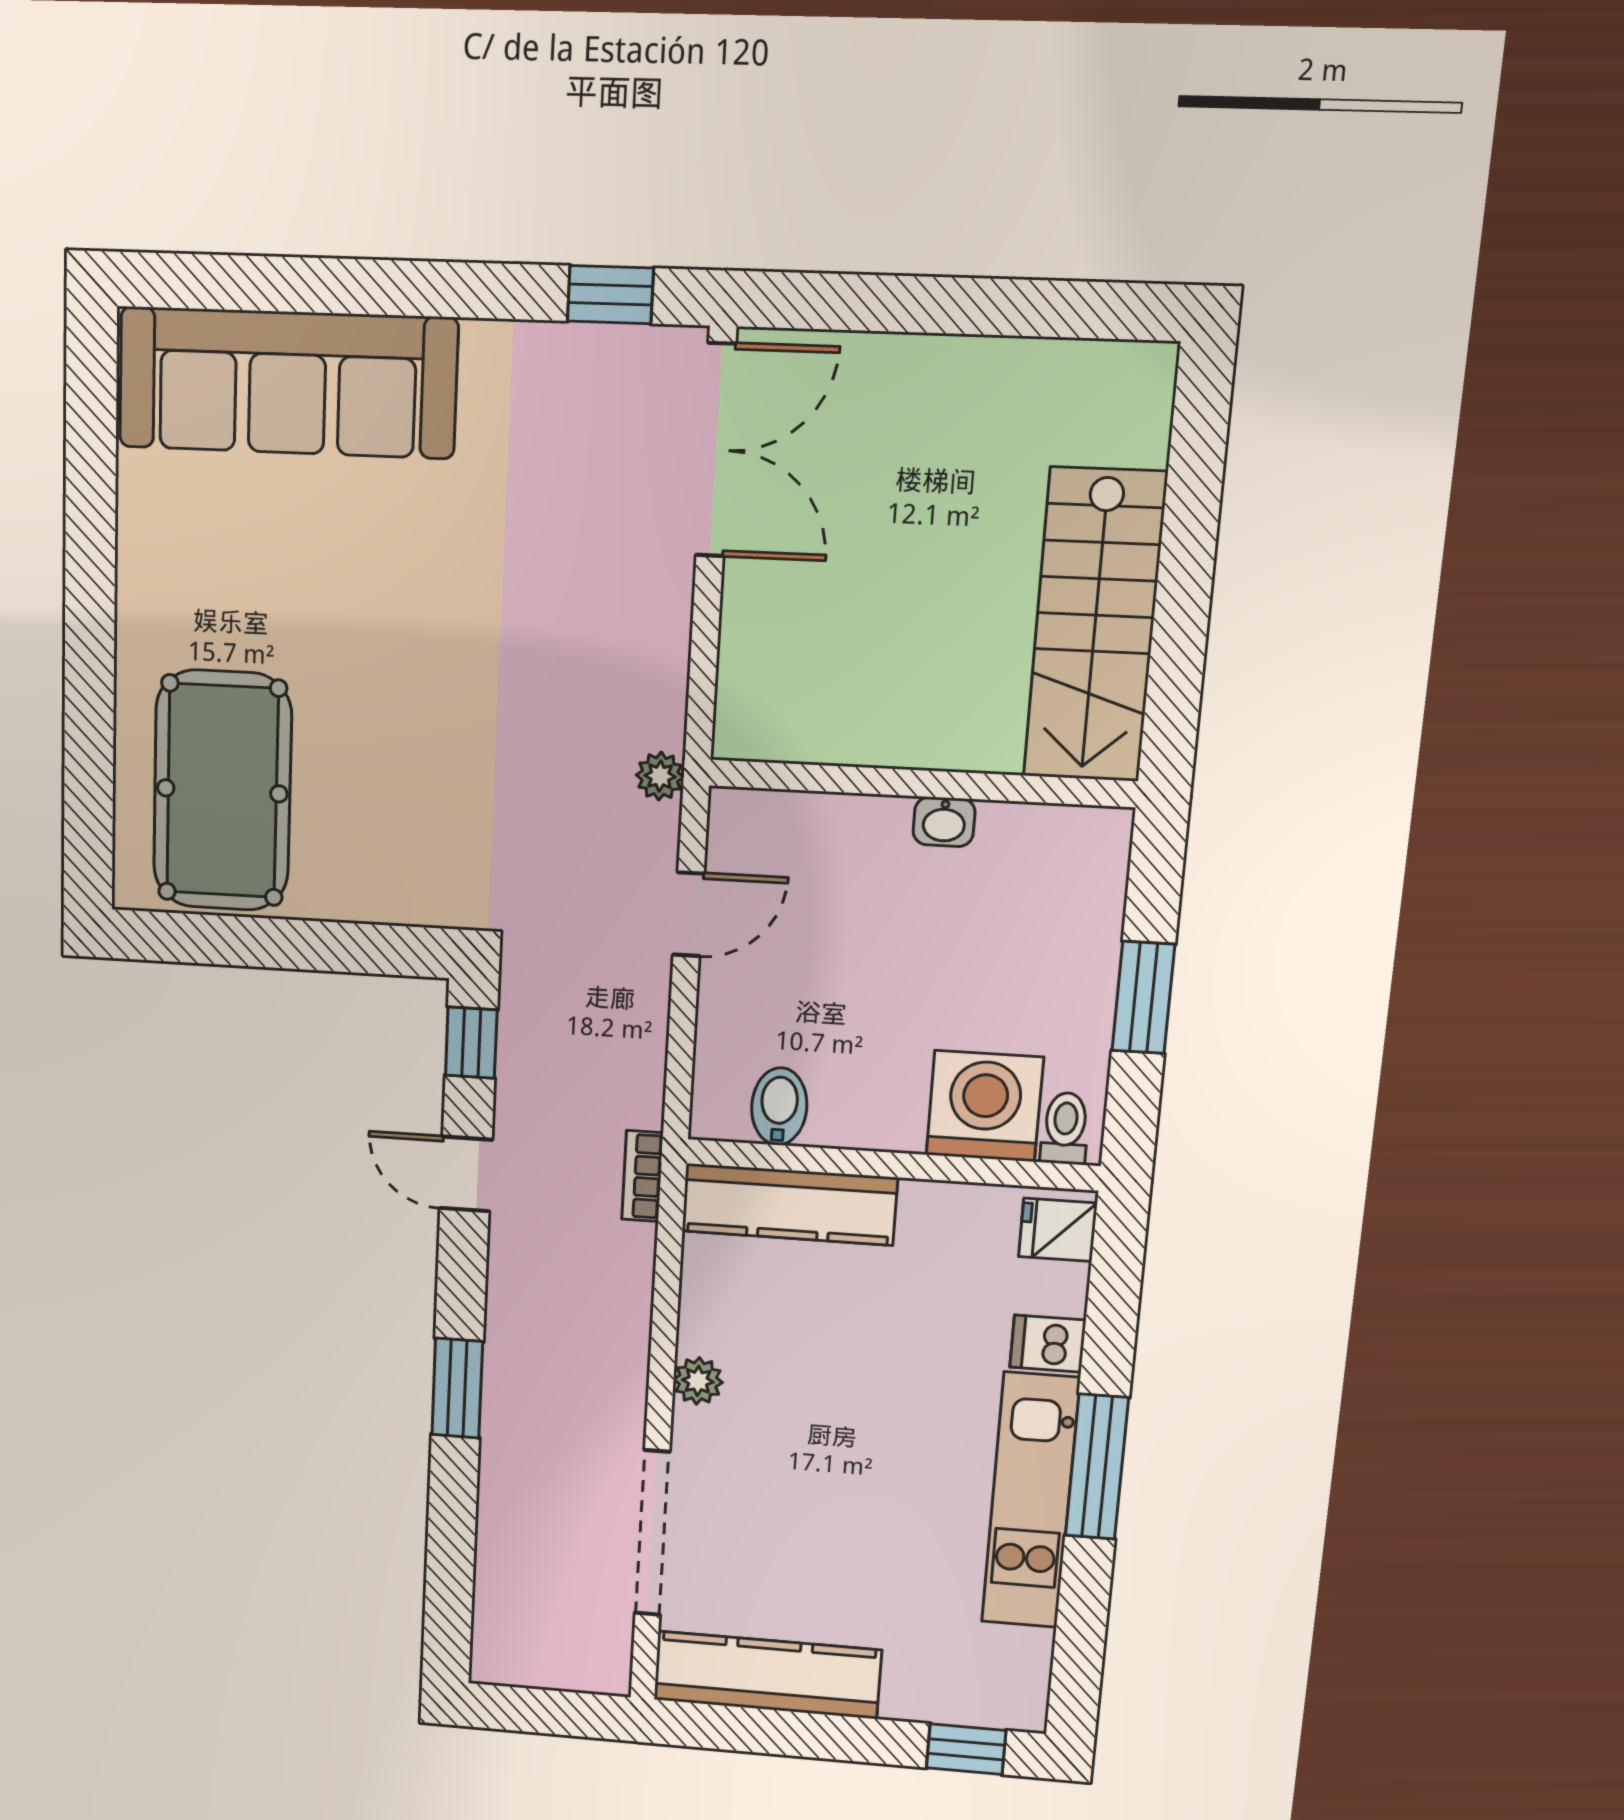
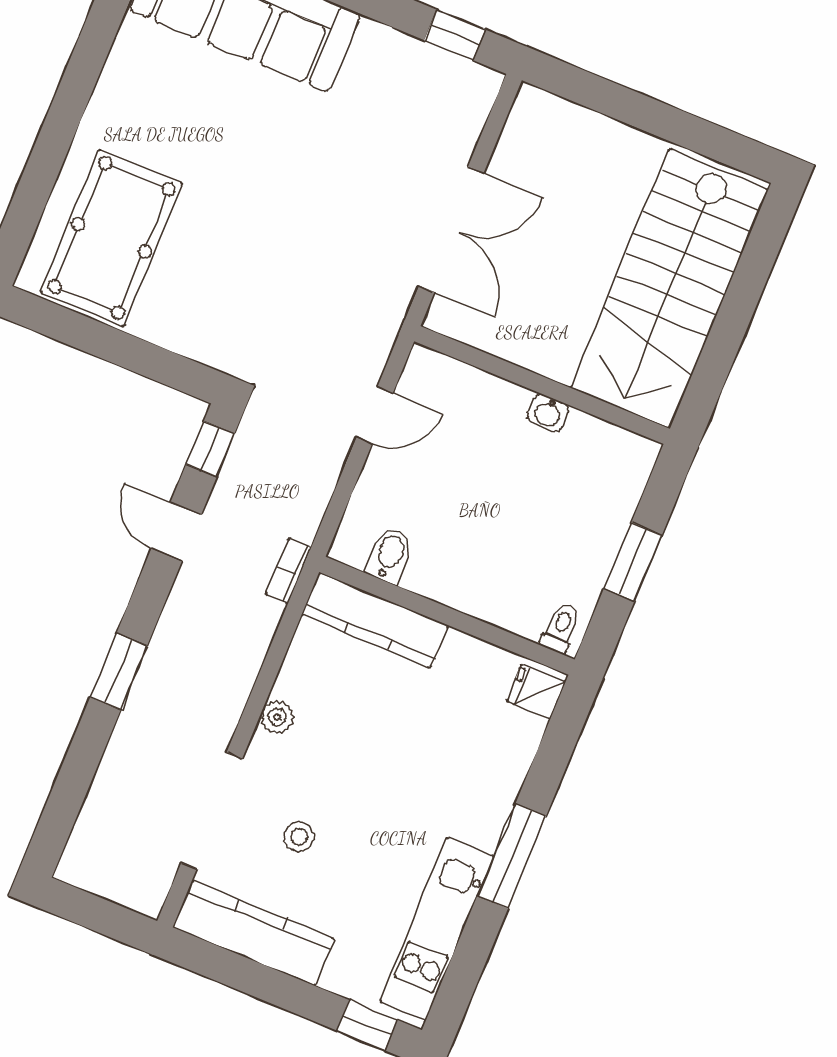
double door: (716, 450) -> (451, 230), moved
stairs: (1095, 626) -> (669, 289), width x1.36, depth x1.51
plant: (660, 776) -> (386, 325), removed
washing machine: (985, 1106) -> (516, 598), removed
dishwasher: (1048, 1344) -> (507, 764), removed
kitchen unit: (1031, 1501) -> (437, 929), moved
stool: (786, 1531) -> (299, 837), added

